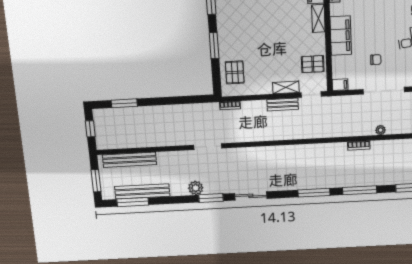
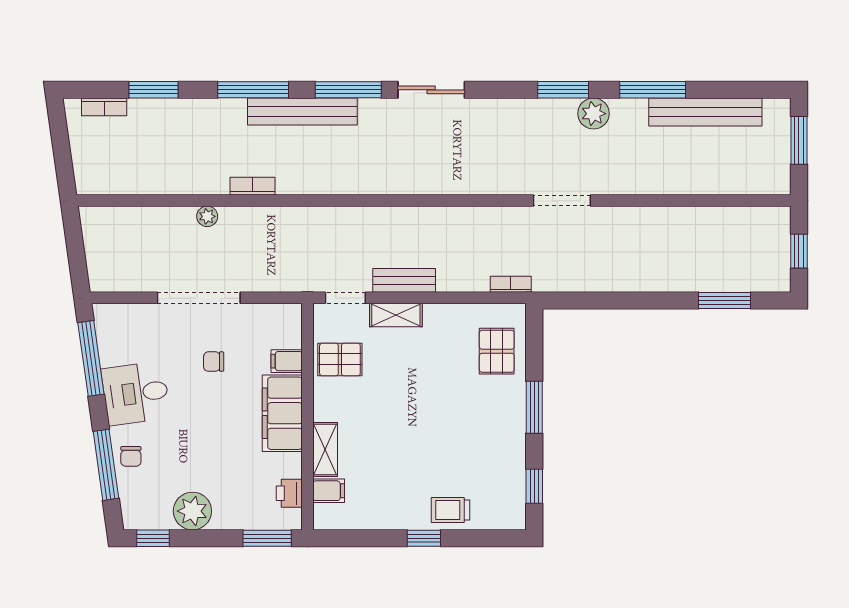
filing cabinet: (340, 85) -> (287, 361), moved
bench: (129, 160) -> (302, 112), moved
sliding door: (251, 196) -> (431, 90), moved
window: (133, 202) -> (653, 90), moved

